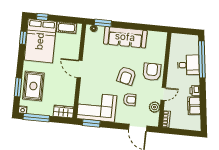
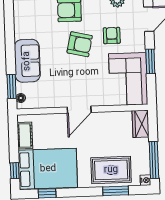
sofa: (125, 37) -> (27, 61), width x0.73
window: (91, 123) -> (150, 61), moved

